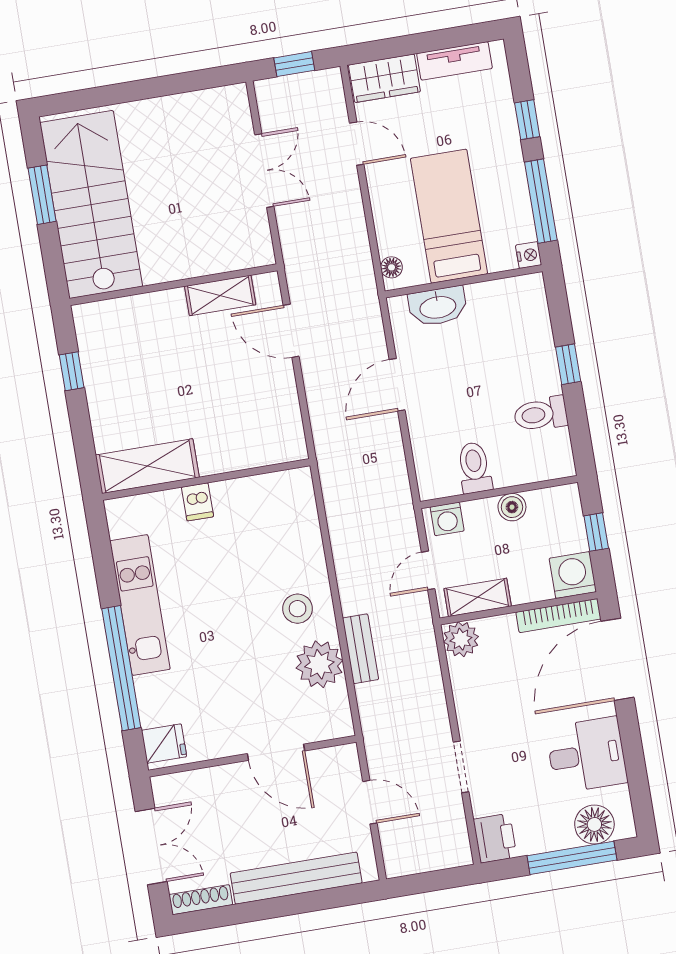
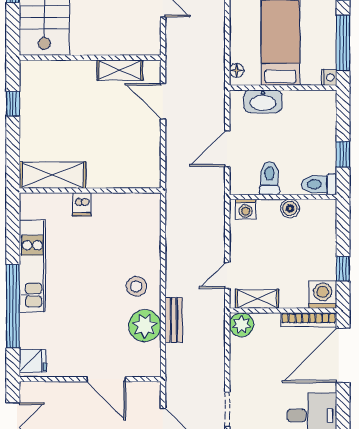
toilet: (475, 468) -> (269, 178), moved
wall: (499, 492) -> (283, 197), moved
boiler: (512, 507) -> (290, 208), moved
washing machine: (447, 519) -> (246, 209), moved

